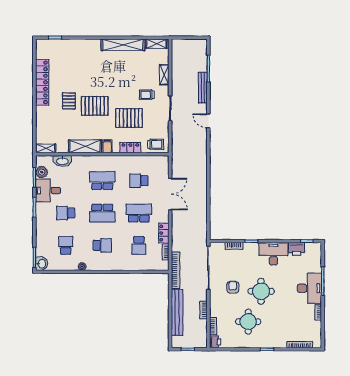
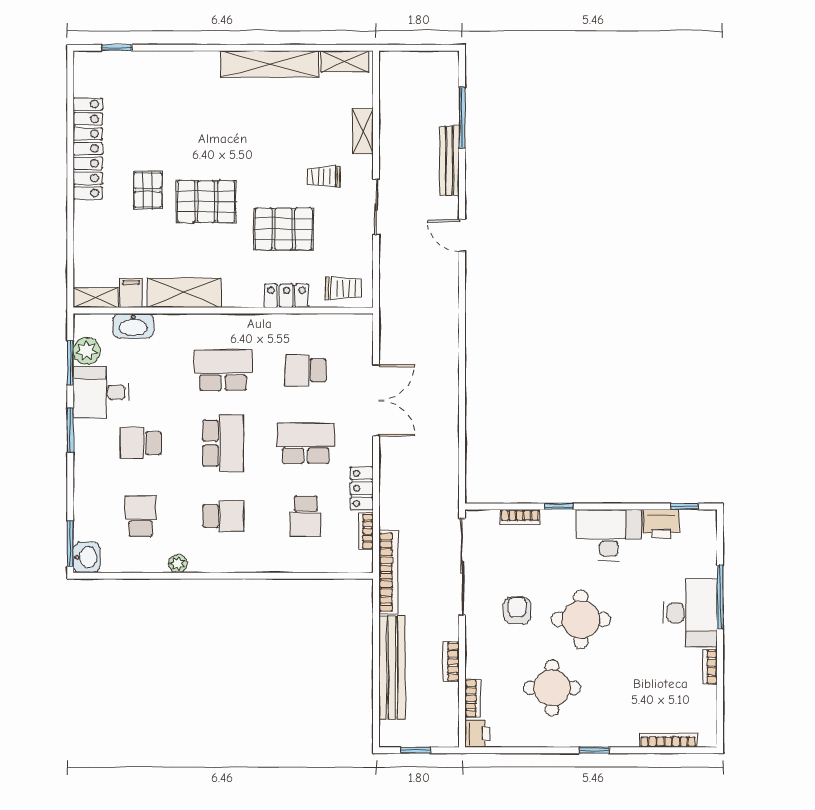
filing cabinet: (107, 146) -> (131, 293), moved
school desk: (102, 213) -> (223, 443), turned -90

